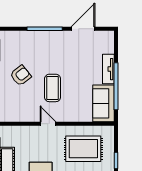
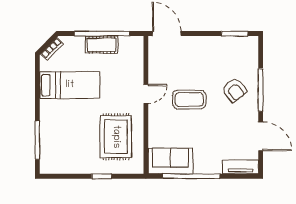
tv unit: (108, 69) -> (240, 167), moved
armchair: (21, 75) -> (234, 90), moved

